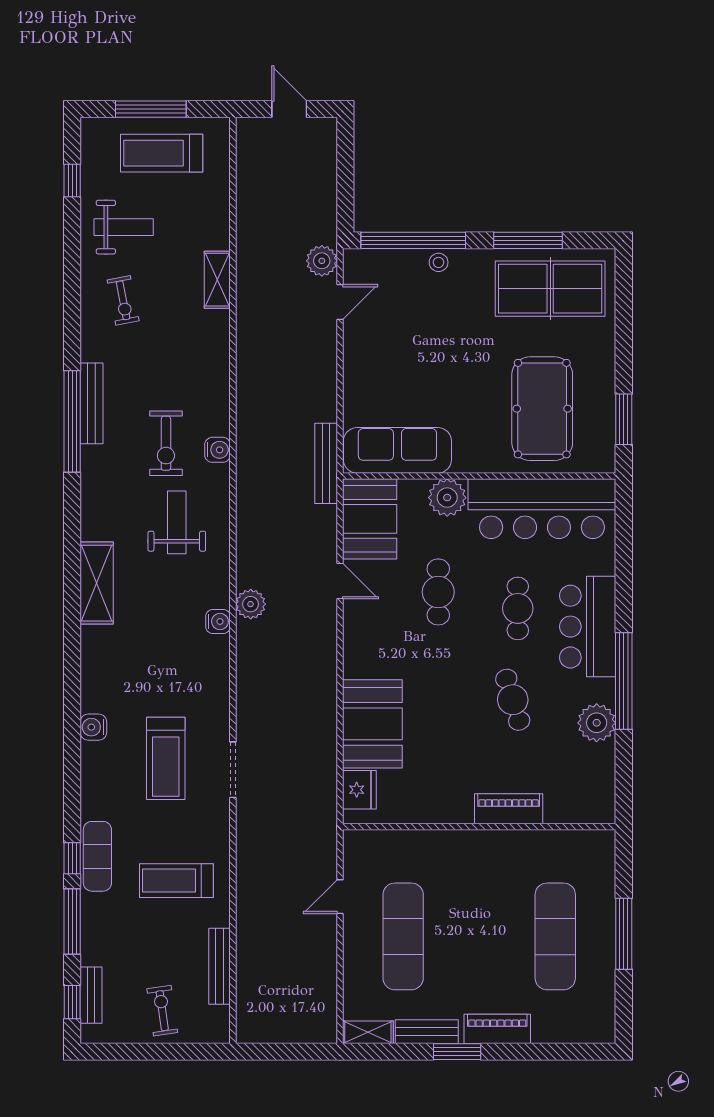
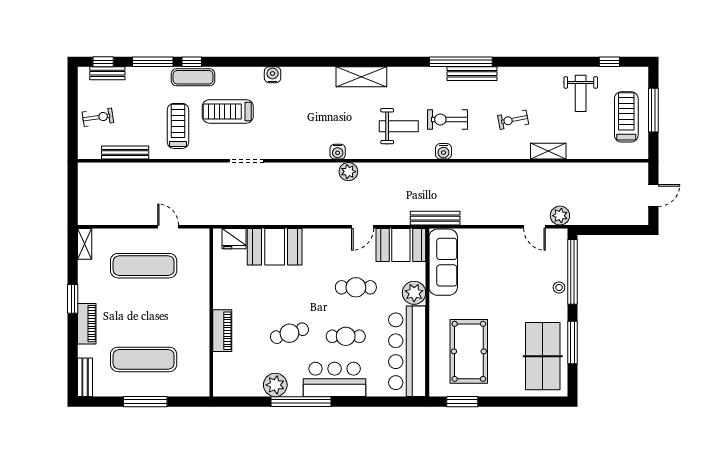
exercise bike: (123, 300) -> (513, 120), moved
pool table: (542, 409) -> (469, 351), turned 90
treadmill: (166, 758) -> (228, 111), moved
bench: (427, 1032) -> (85, 377), moved

